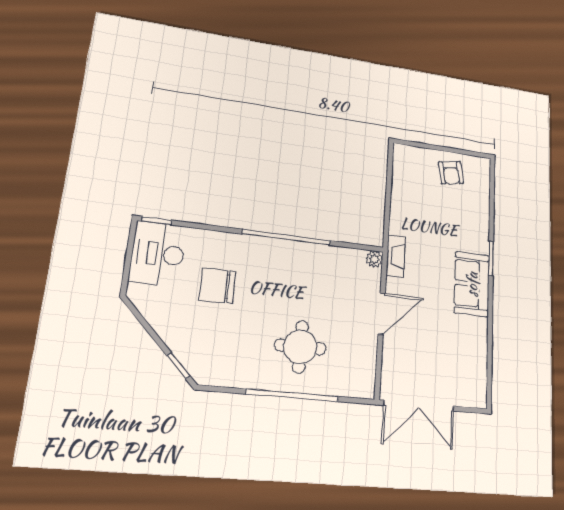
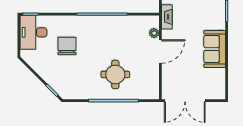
plant: (374, 259) -> (154, 33), moved
sofa: (472, 284) -> (215, 49), moved
chair: (217, 286) -> (67, 46), turned 90

